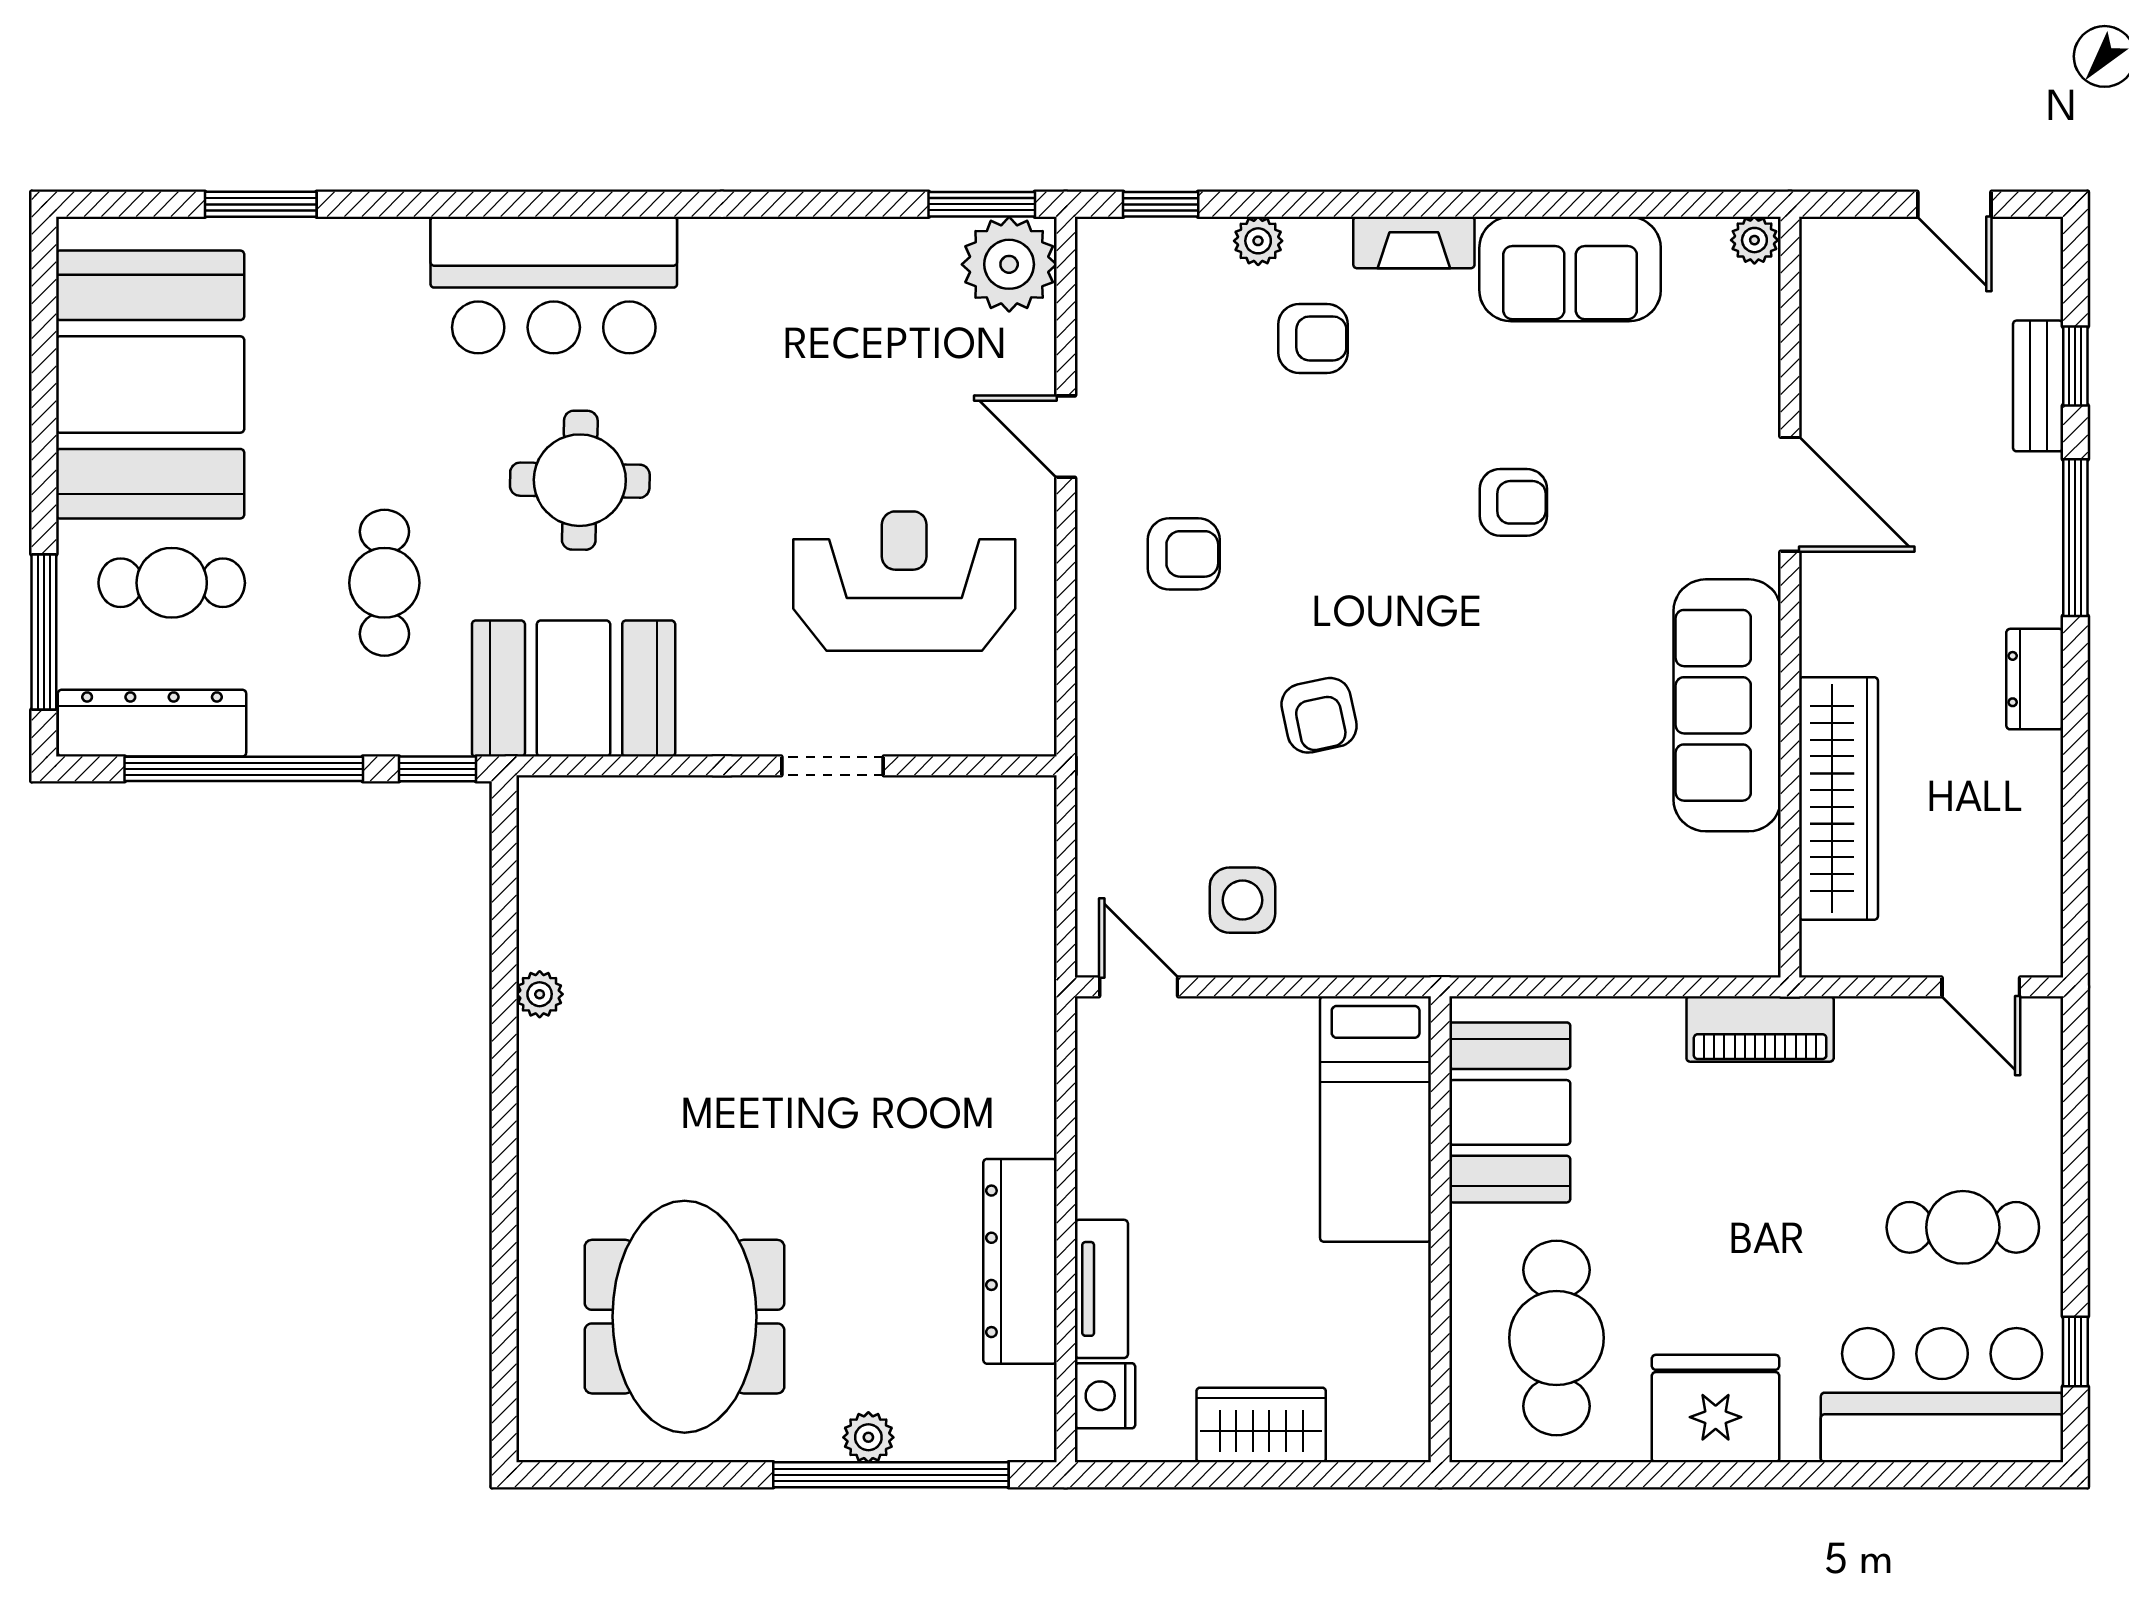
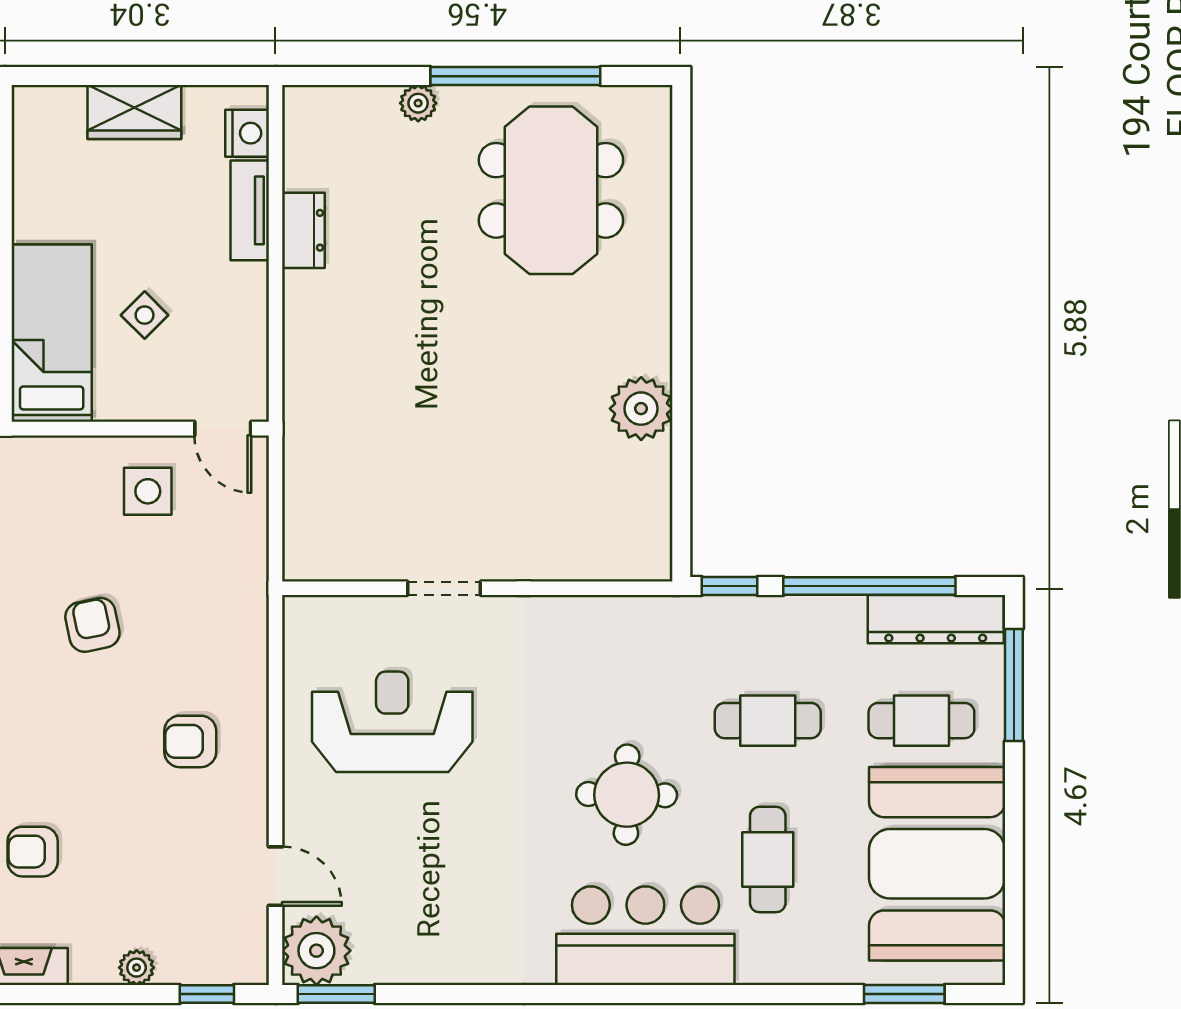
window: (261, 204) -> (904, 994), moved
armchair: (1313, 338) -> (33, 852), moved
cafe table: (384, 390) -> (768, 860), added
door: (1066, 437) -> (276, 876), moved
reception desk: (904, 581) -> (392, 722), turned 180
cafe table: (384, 583) -> (768, 721), turned 90
booth: (574, 689) -> (631, 644), removed
plant: (540, 994) -> (641, 409), width x1.87, depth x1.87
side table: (1247, 1144) -> (145, 315), added
dresser: (1020, 1261) -> (303, 230), width x0.51, depth x0.80
window: (891, 1475) -> (515, 76), moved

